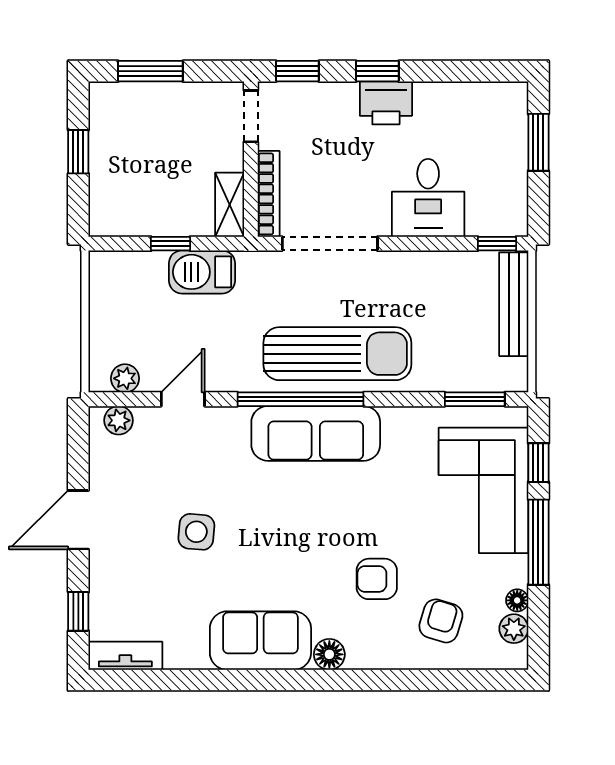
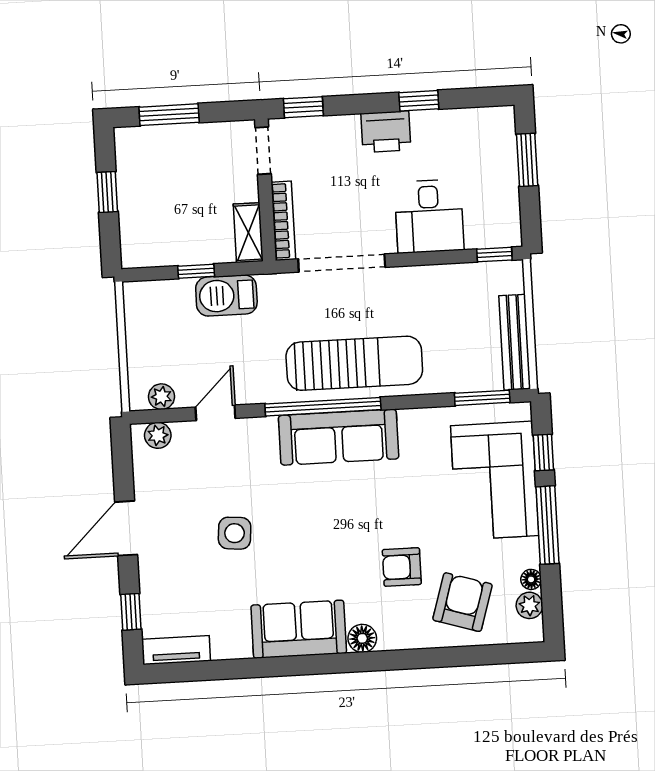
window: (377, 71) -> (419, 101), moved
bench: (514, 304) -> (515, 342), moved
armchair: (441, 621) -> (462, 602), width x1.38, depth x1.38

